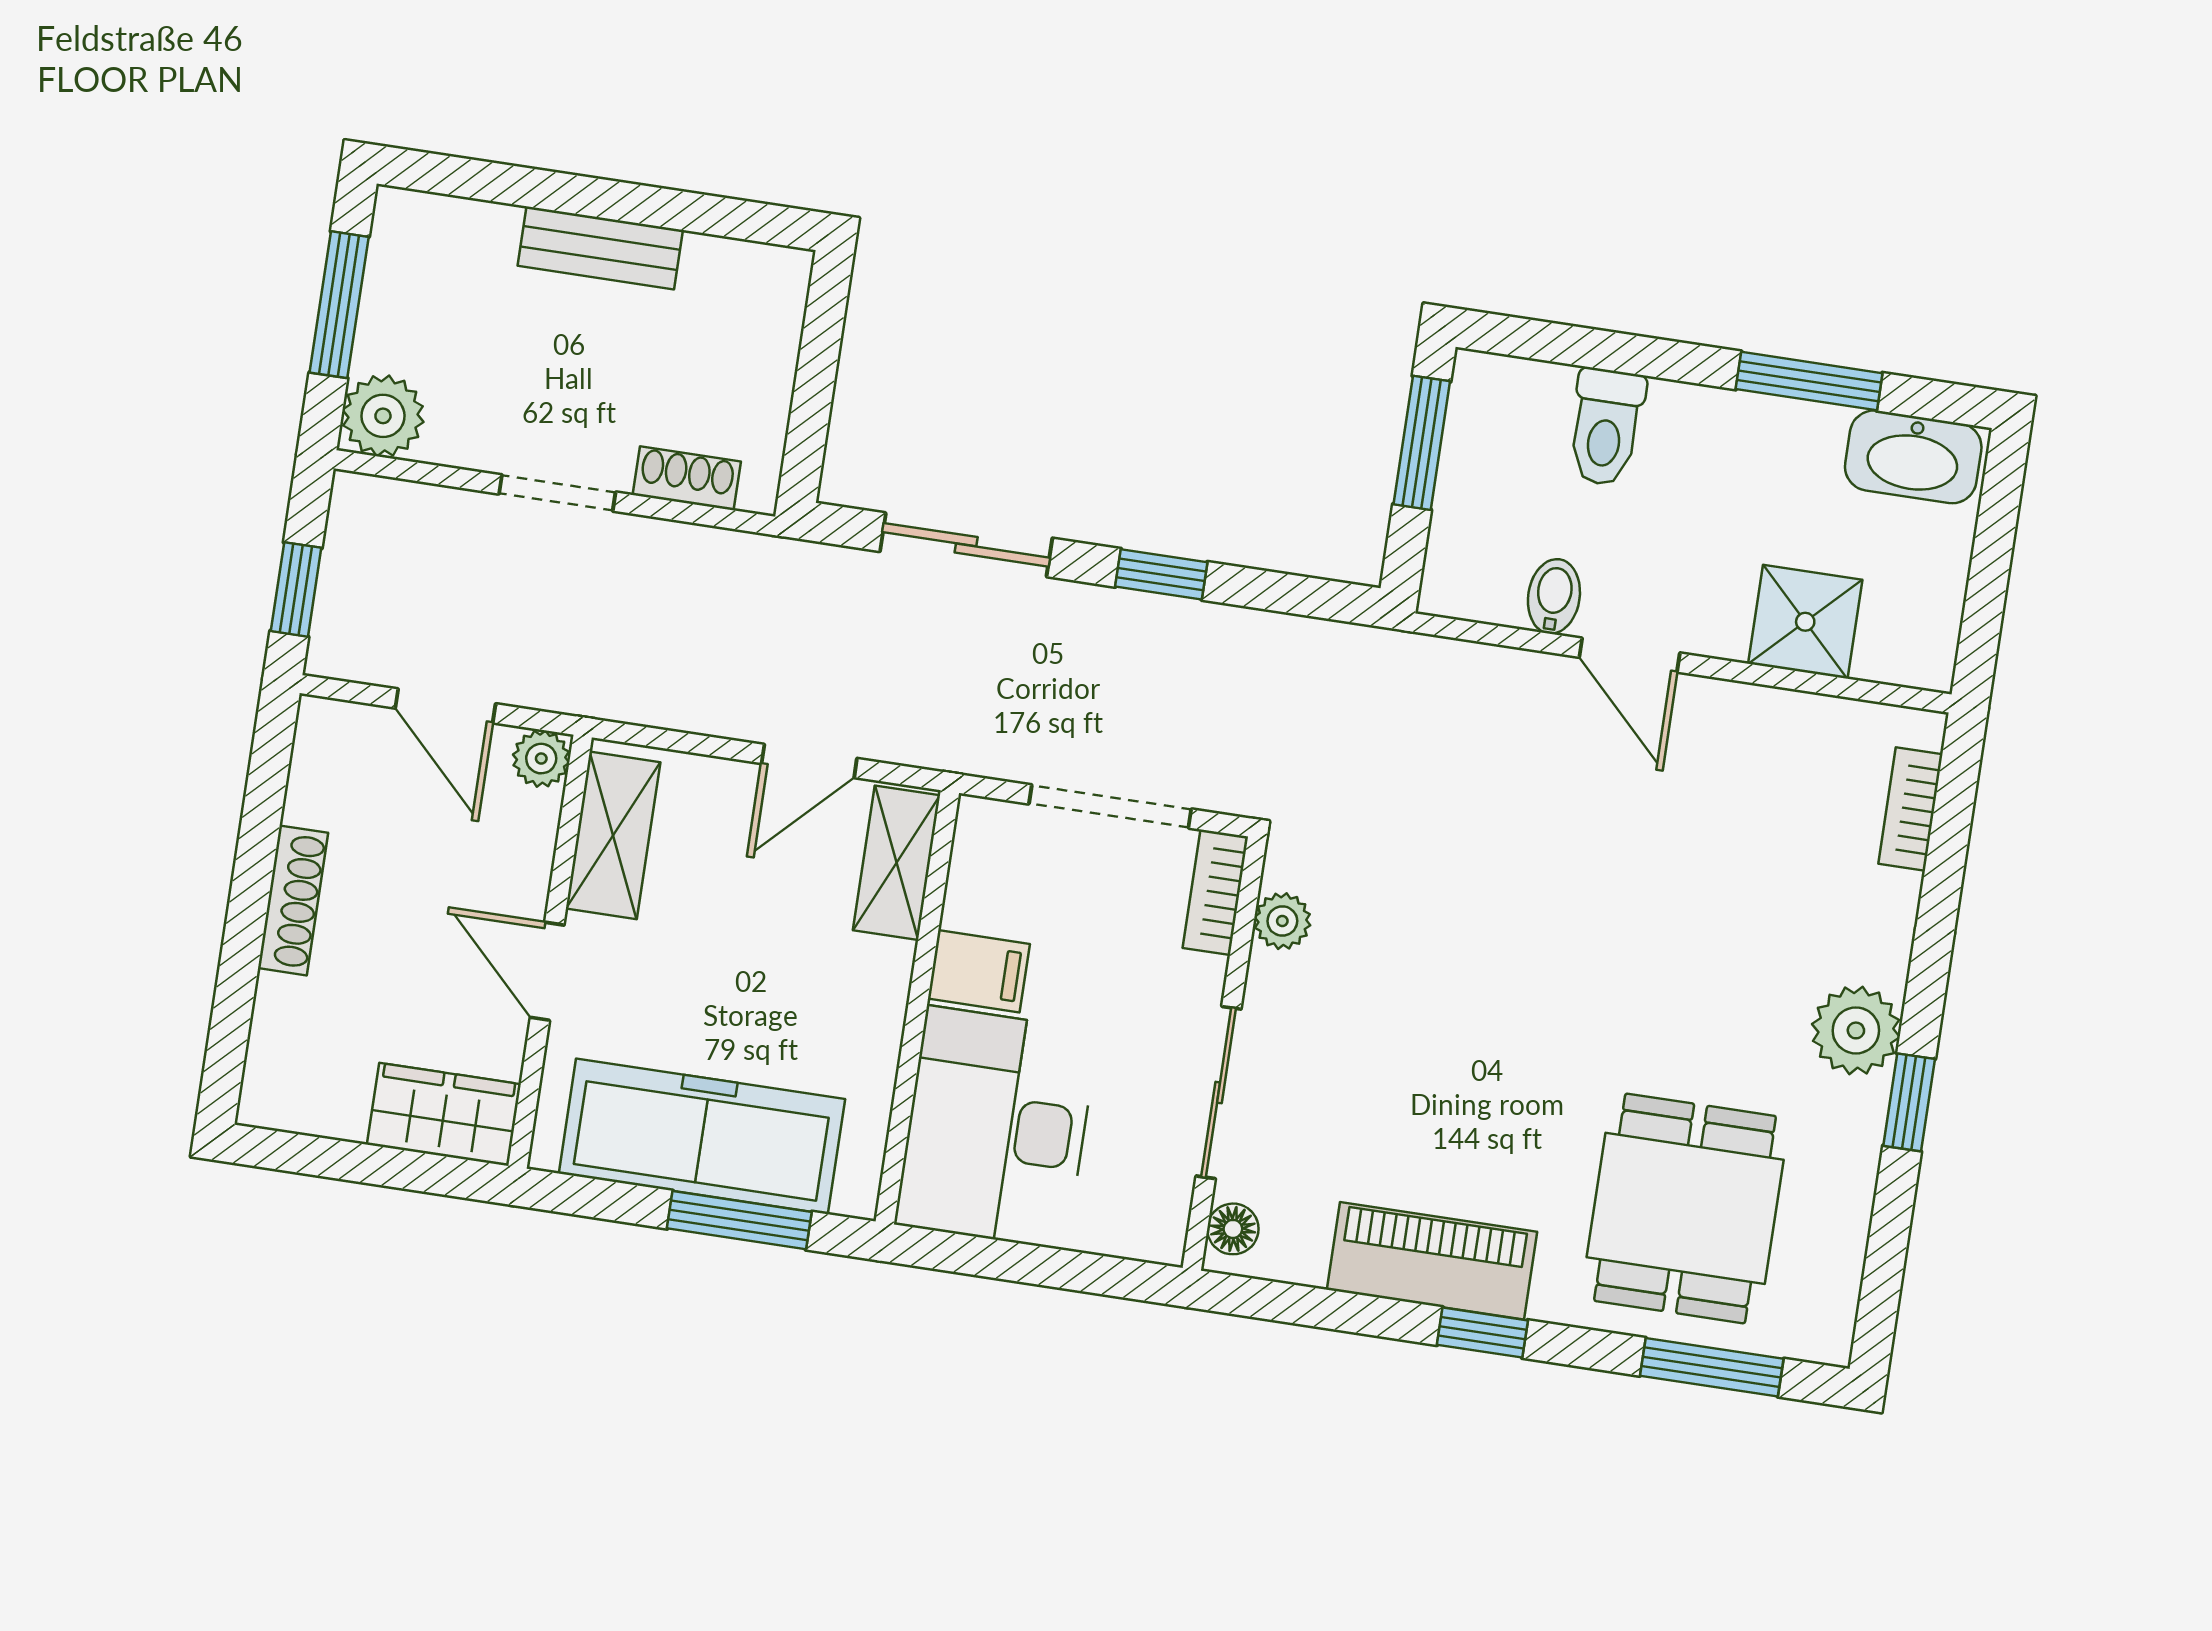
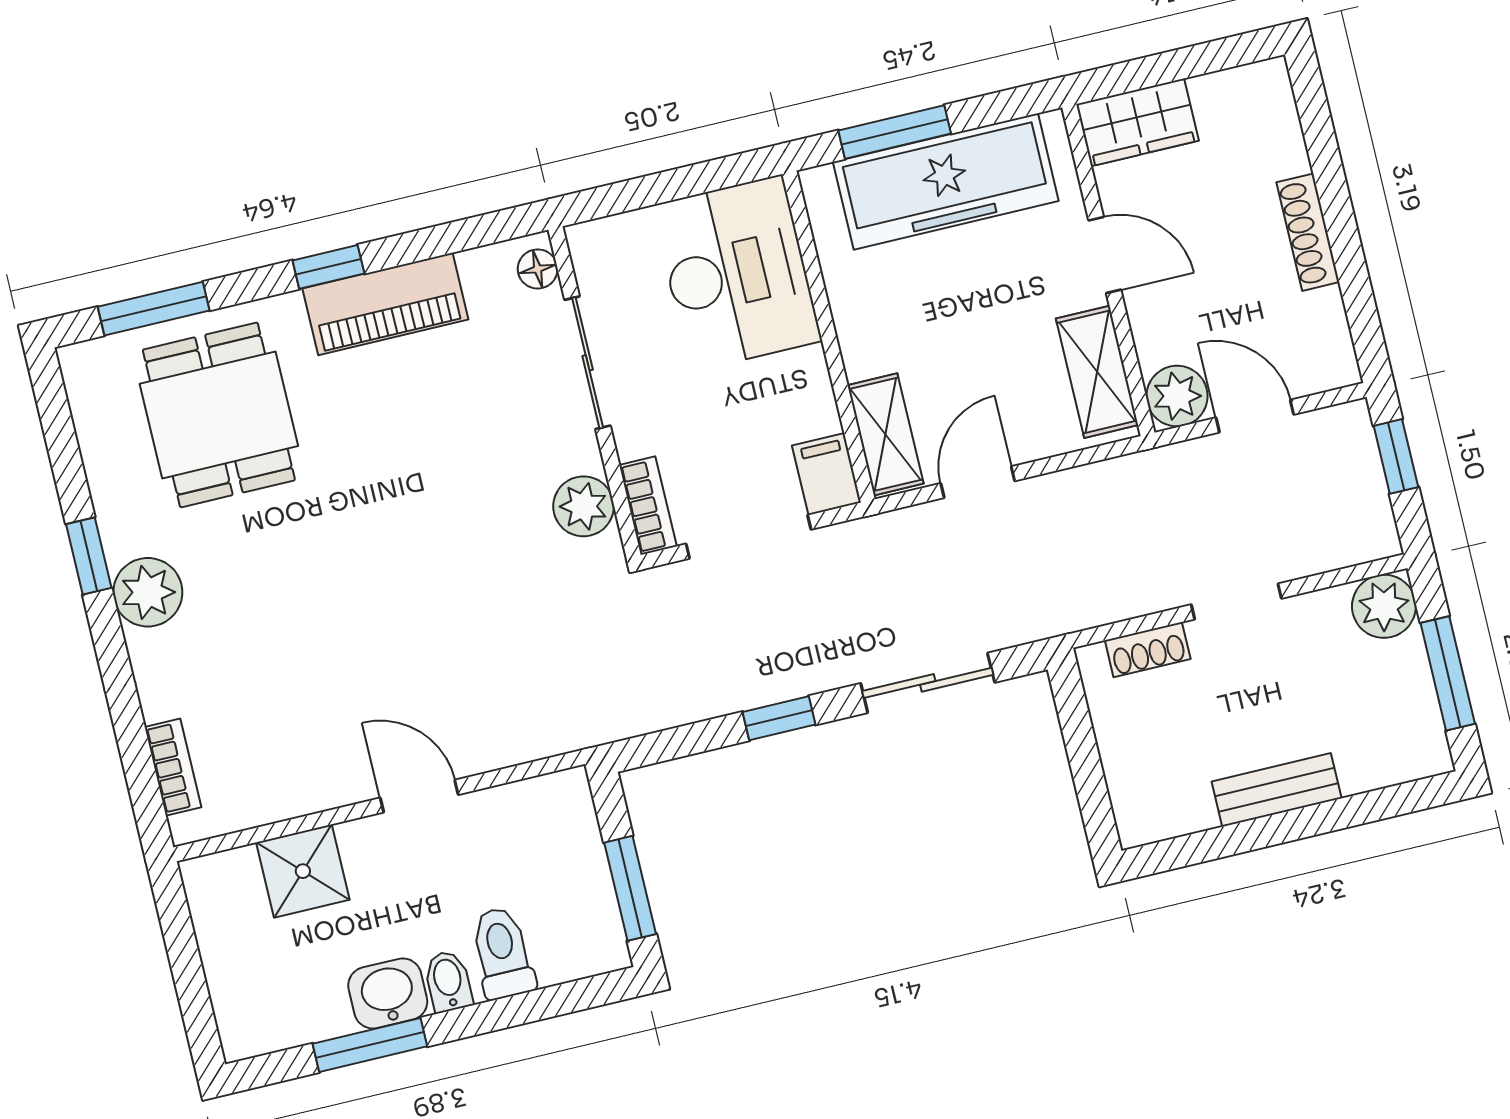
washbasin: (1913, 457) -> (388, 993), moved, width x0.72
bidet: (1554, 596) -> (448, 981), moved, turned 180
plant: (541, 759) -> (1177, 396), width x1.38, depth x1.38
plant: (1282, 921) -> (583, 506), width x1.38, depth x1.38
filing cabinet: (979, 971) -> (826, 474), moved, turned 90

